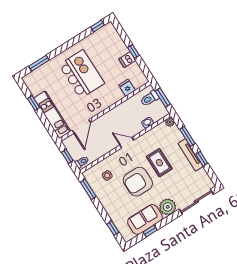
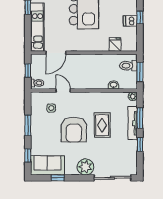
door: (127, 143) -> (63, 91), moved
tv unit: (191, 155) -> (133, 123), moved
armchair: (138, 182) -> (74, 130), turned -90
window: (88, 189) -> (28, 125), moved
sofa: (145, 219) -> (47, 165), moved

